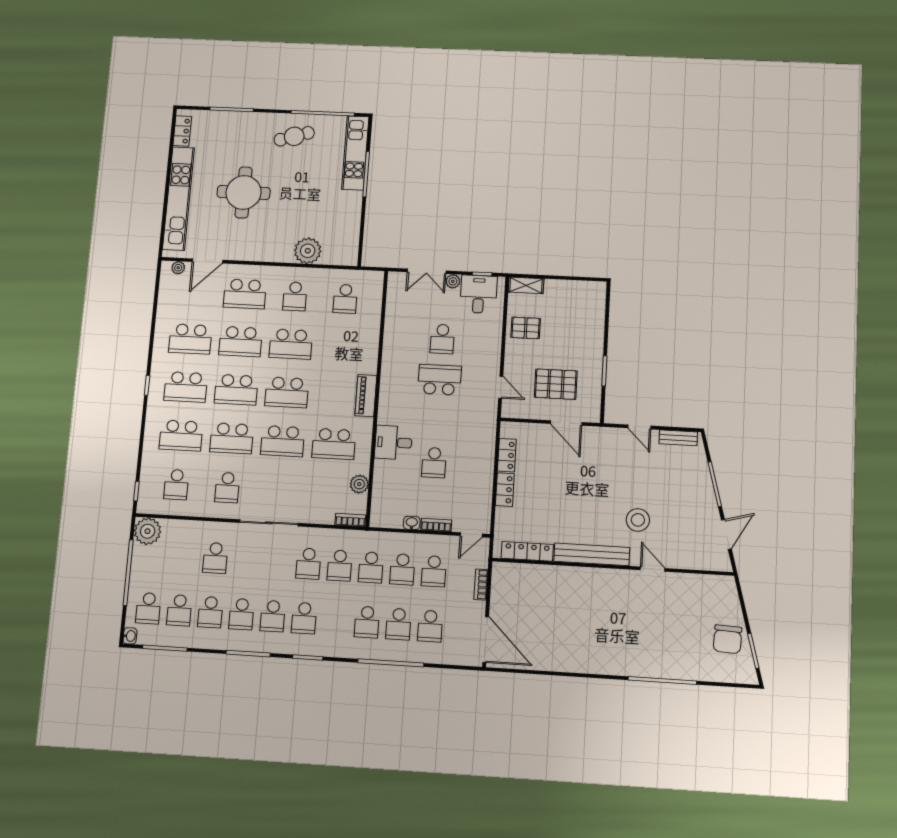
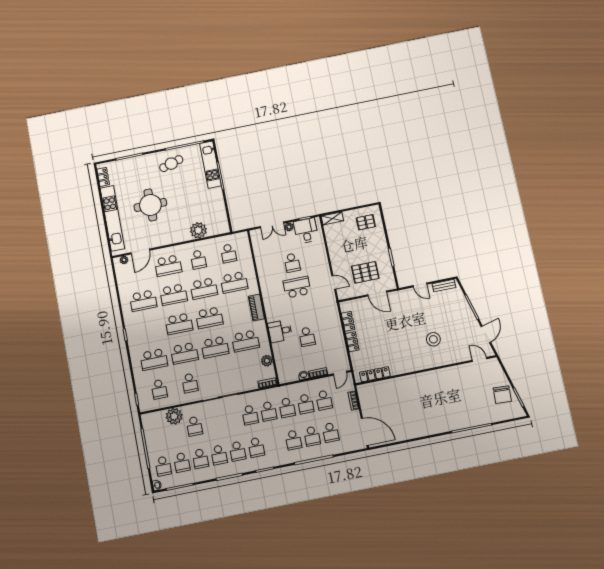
pallet: (526, 328) -> (366, 222), moved
school desk: (186, 387) -> (234, 282), moved
plant: (148, 531) -> (174, 416), moved
bench: (592, 554) -> (412, 366), removed
door: (653, 569) -> (480, 359), moved

